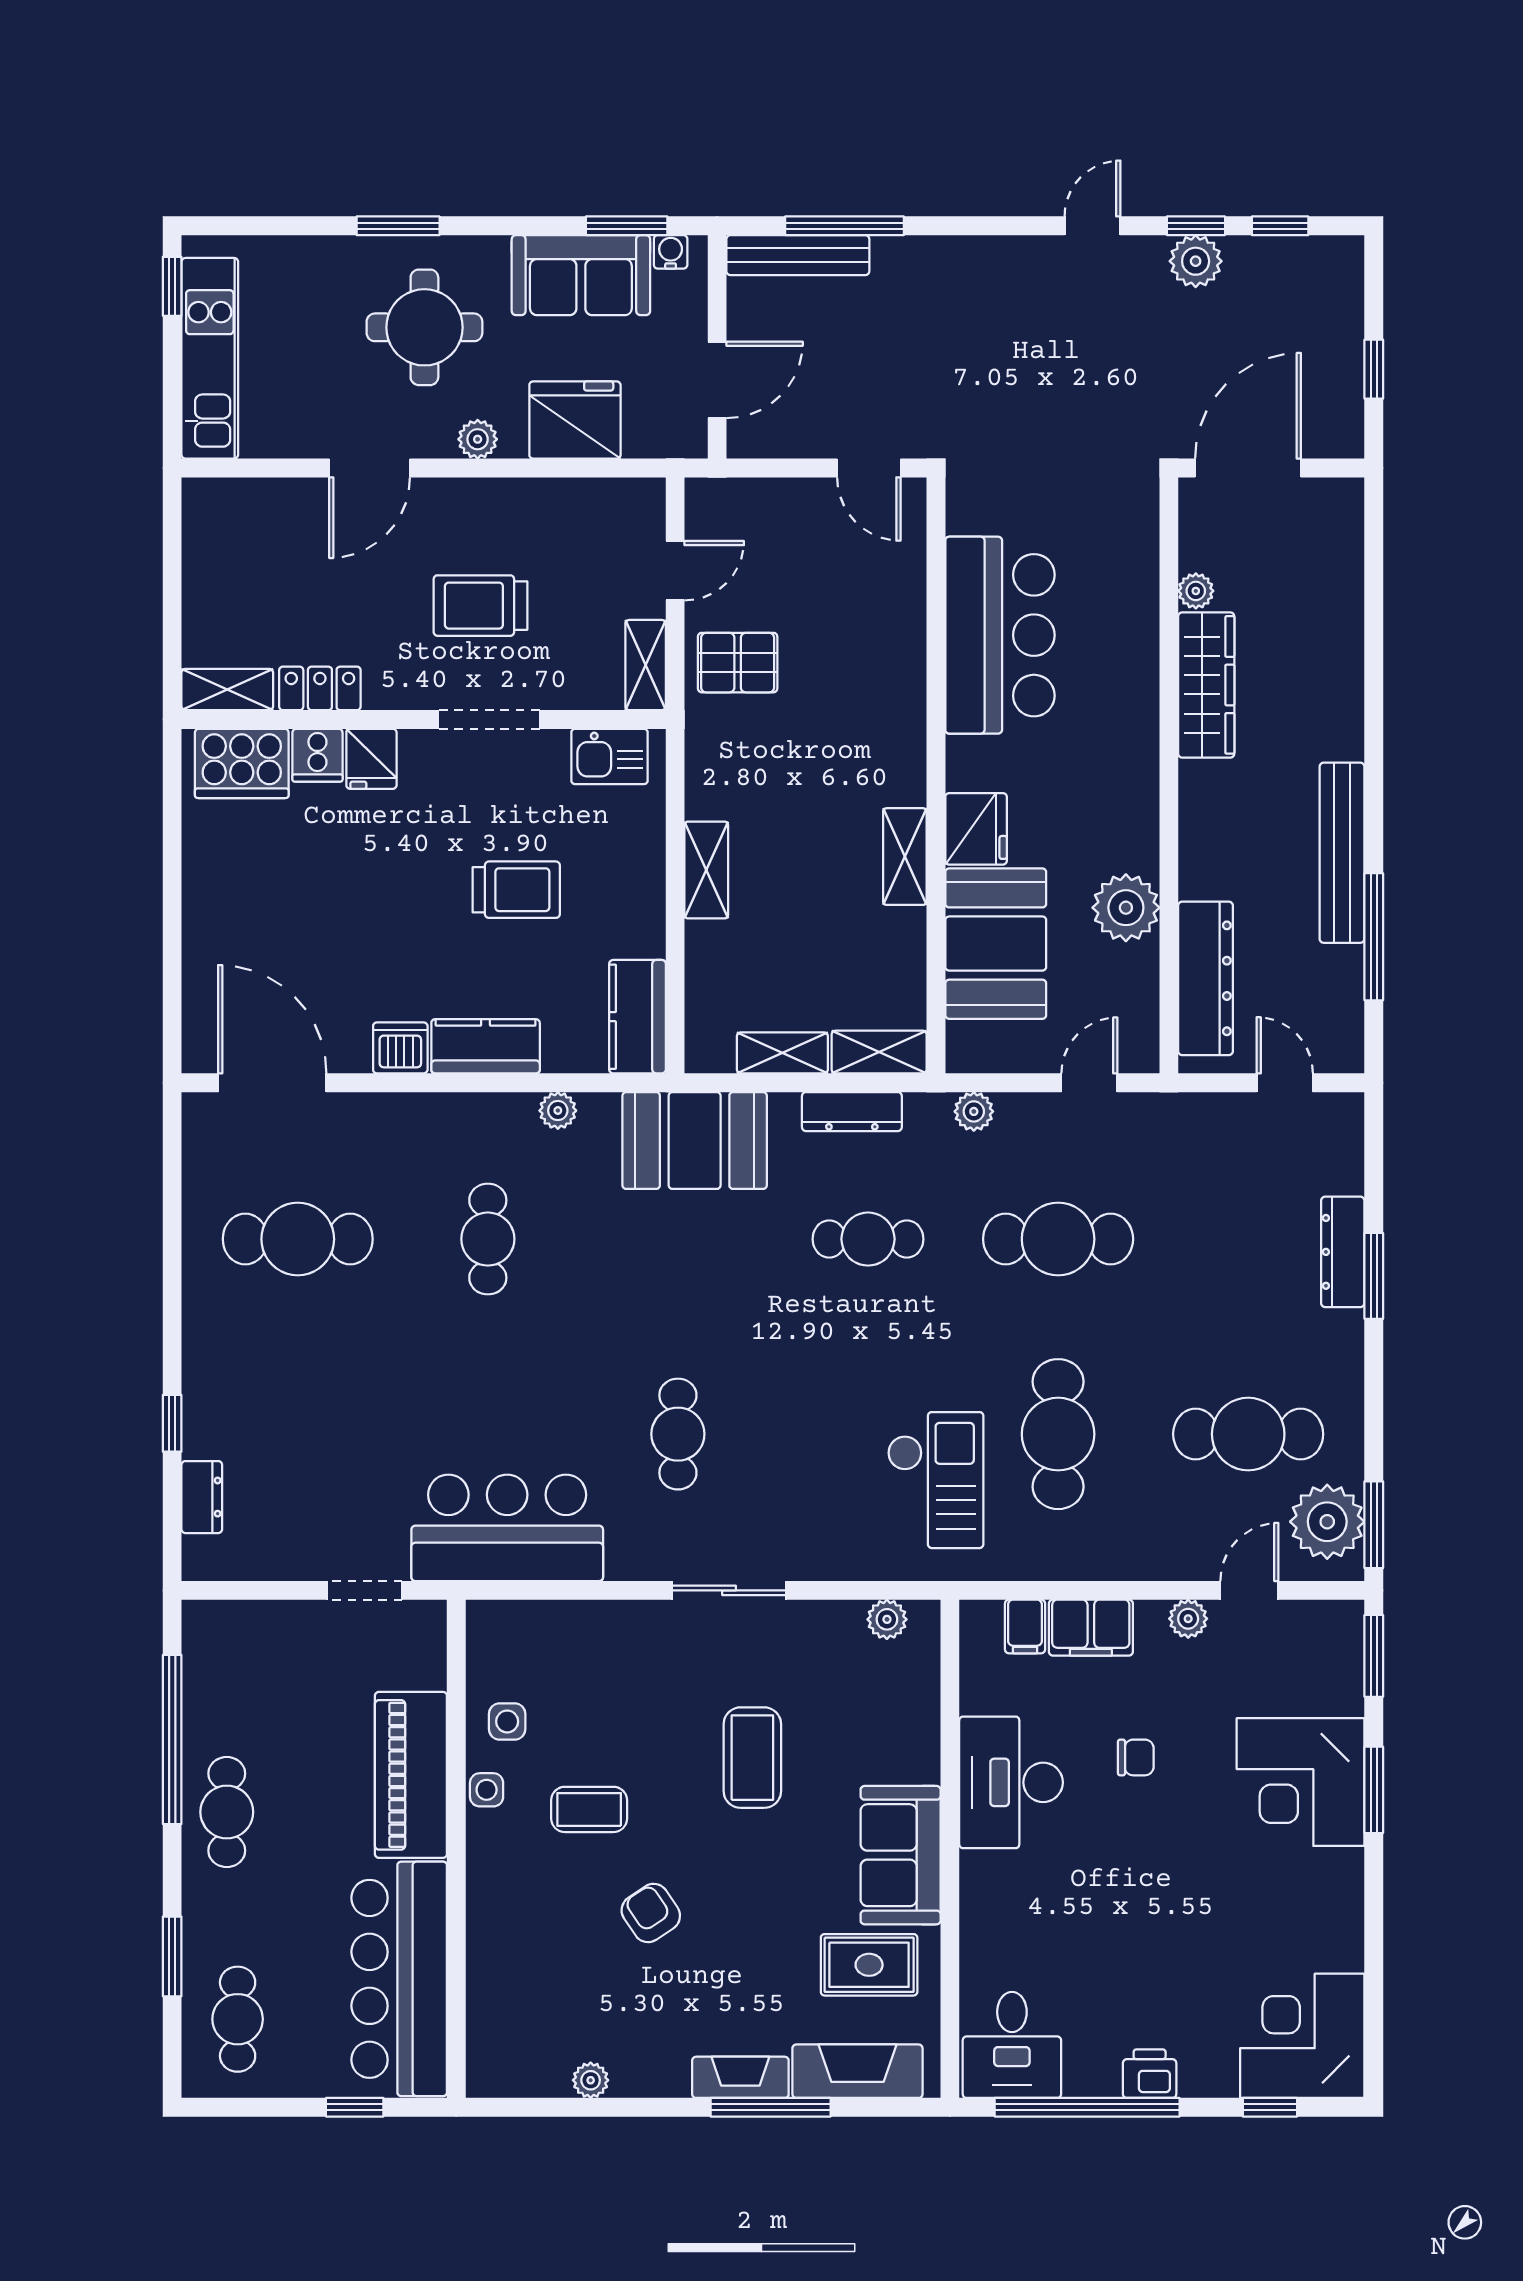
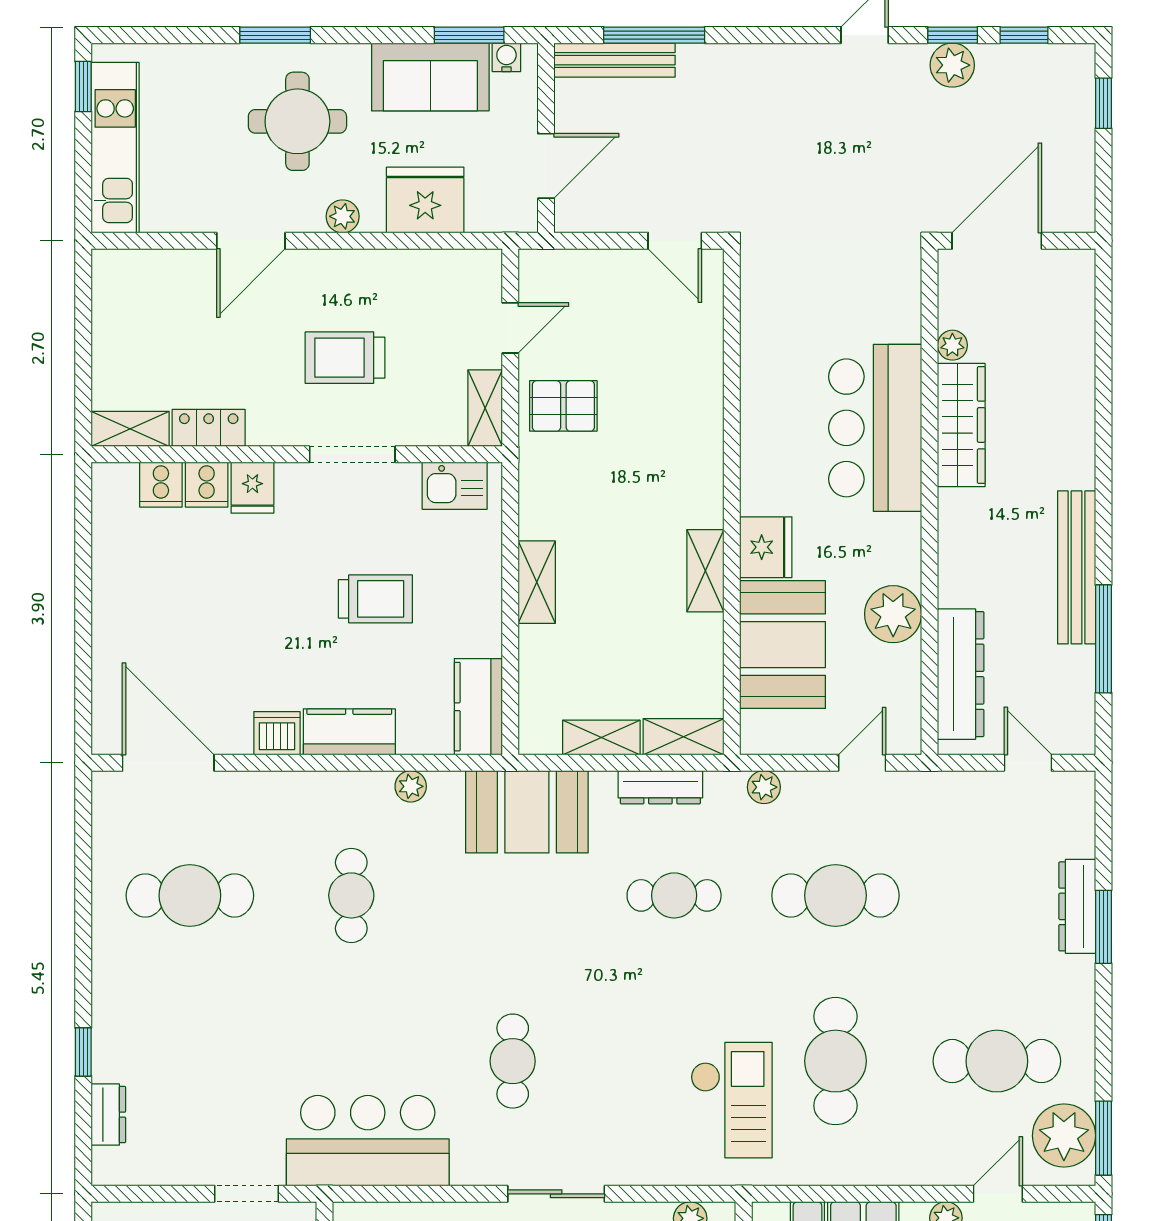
window: (1374, 369) -> (1103, 103), moved
bar counter: (1000, 635) -> (875, 428), moved, turned 180
cooker: (242, 763) -> (161, 485), width x0.53, depth x0.76

